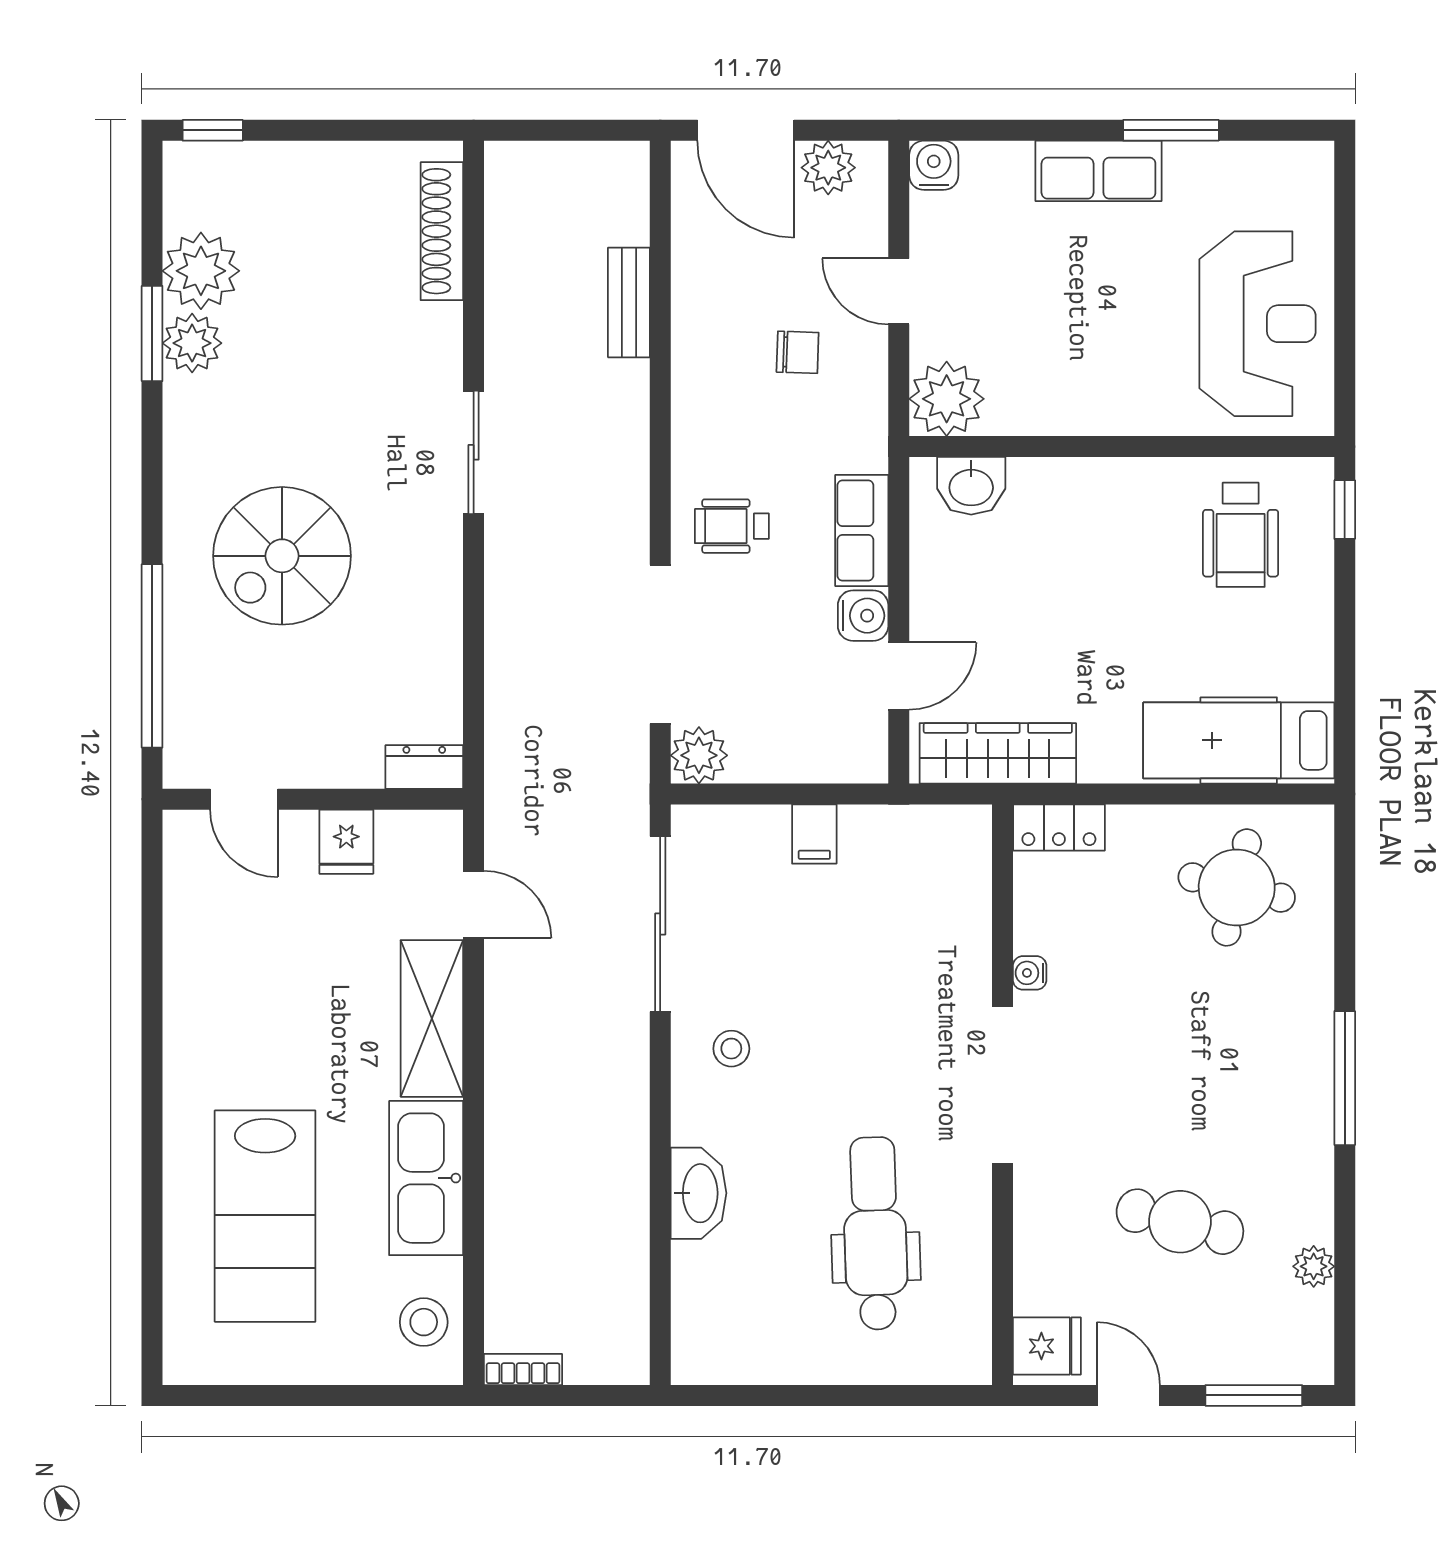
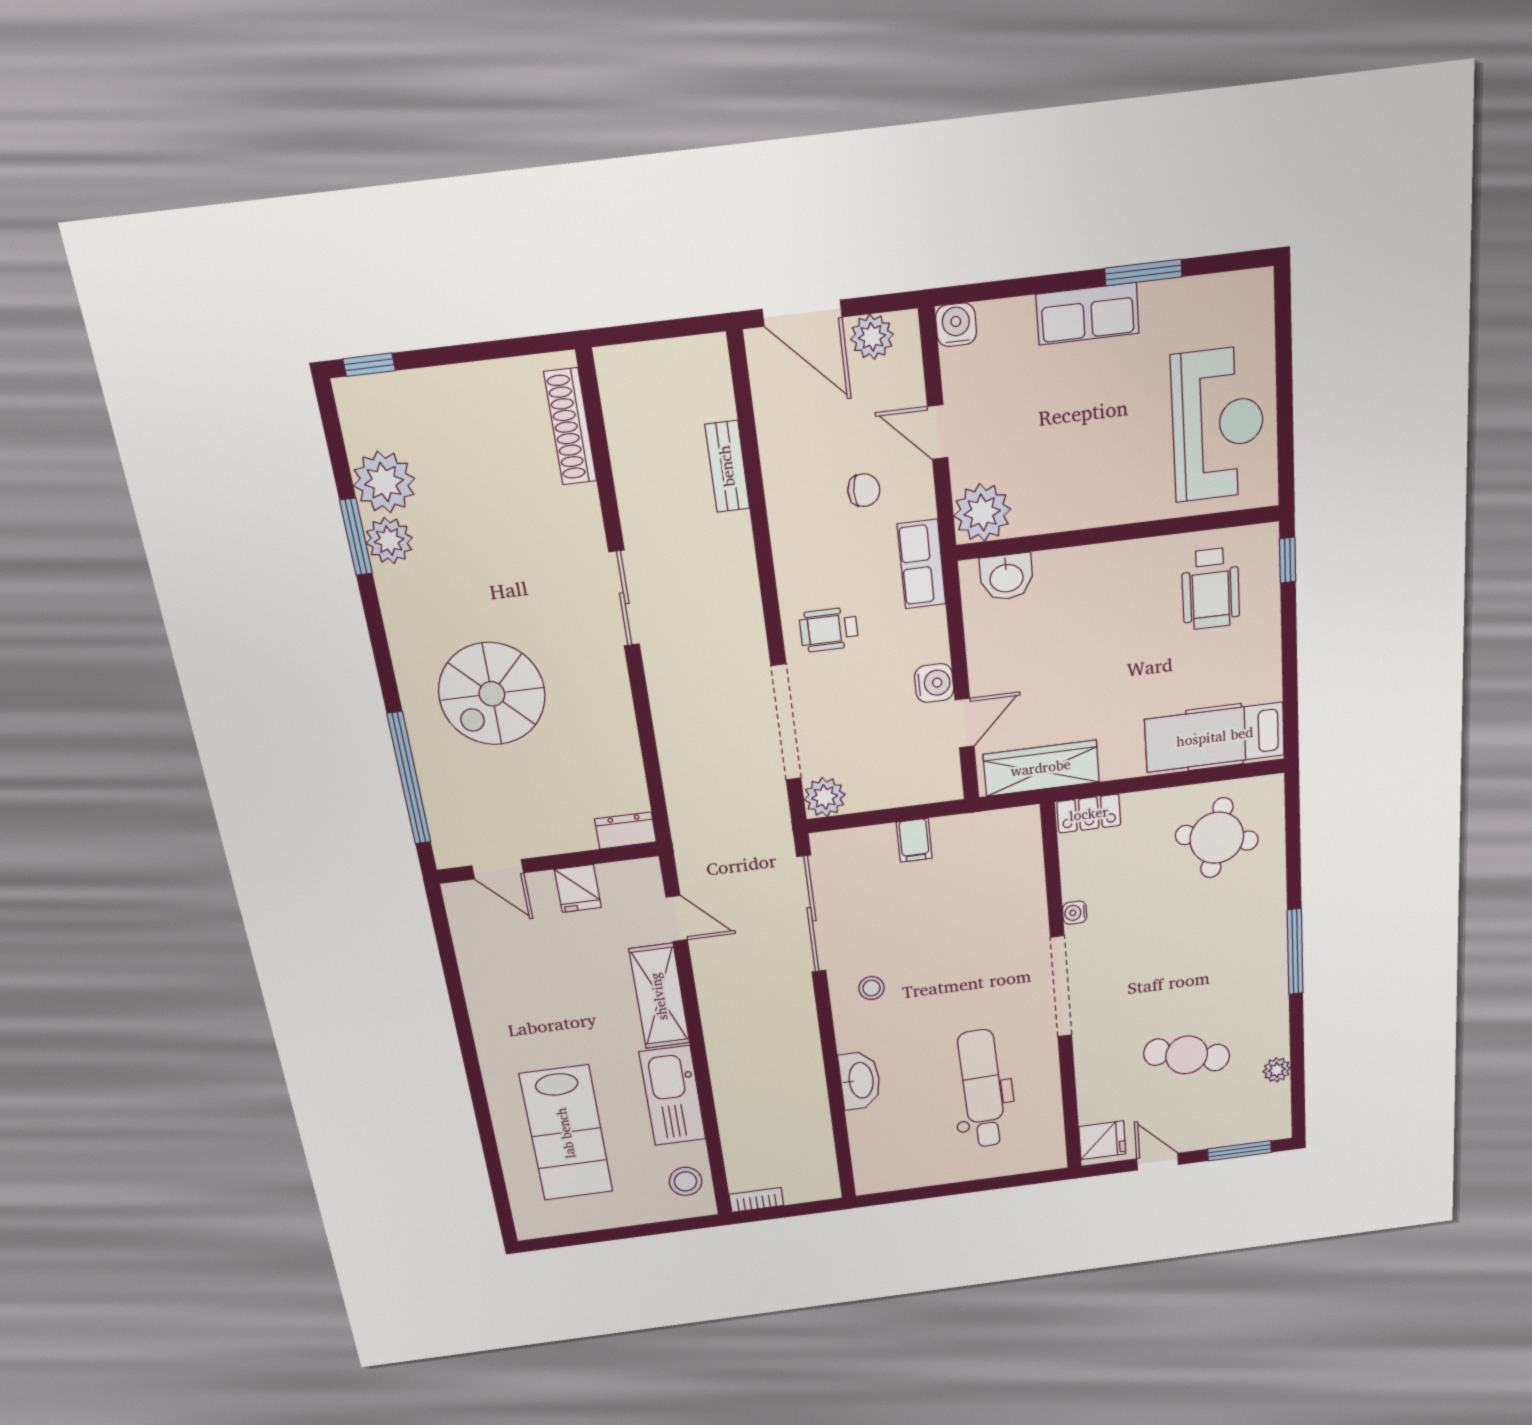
row of seats: (862, 531) -> (921, 564), moved

